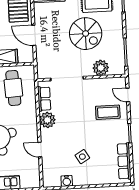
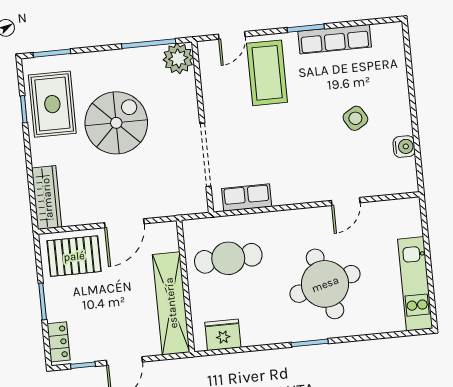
plant: (101, 68) -> (178, 58), moved
coffee table: (108, 112) -> (267, 73), width x1.36, depth x1.32
plant: (47, 120) -> (287, 189), removed
row of seats: (124, 161) -> (335, 39), moved

